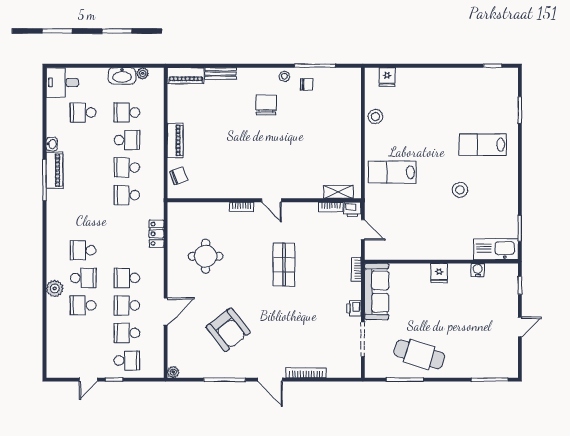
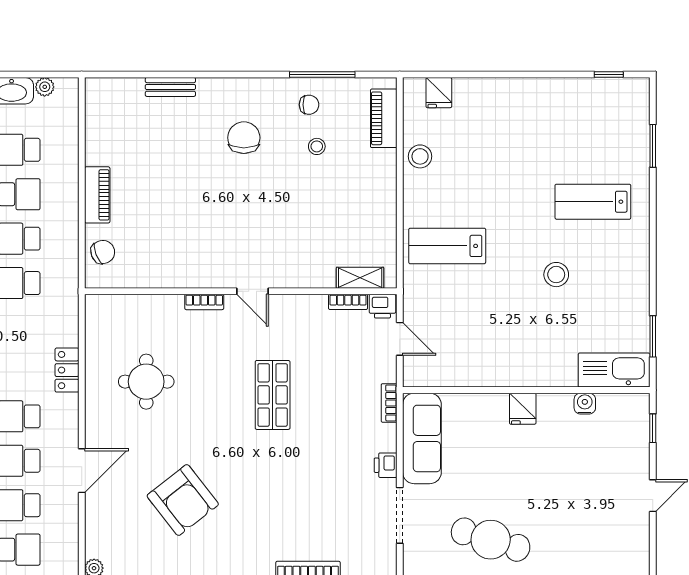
piano: (186, 76) -> (384, 118), moved, turned 90
stool: (284, 76) -> (317, 146), moved
locker: (156, 234) -> (67, 370), moved

